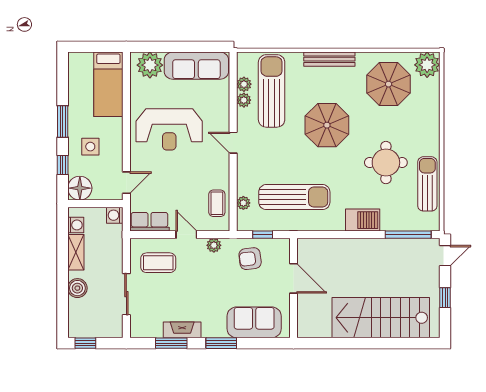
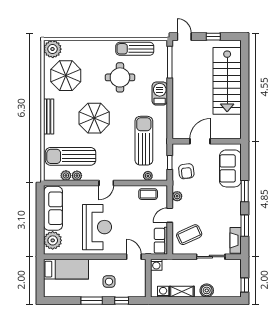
floor lamp: (80, 188) -> (138, 289), removed
coffee table: (158, 263) -> (189, 235), turned 65
fireplace: (182, 330) -> (236, 240), moved

